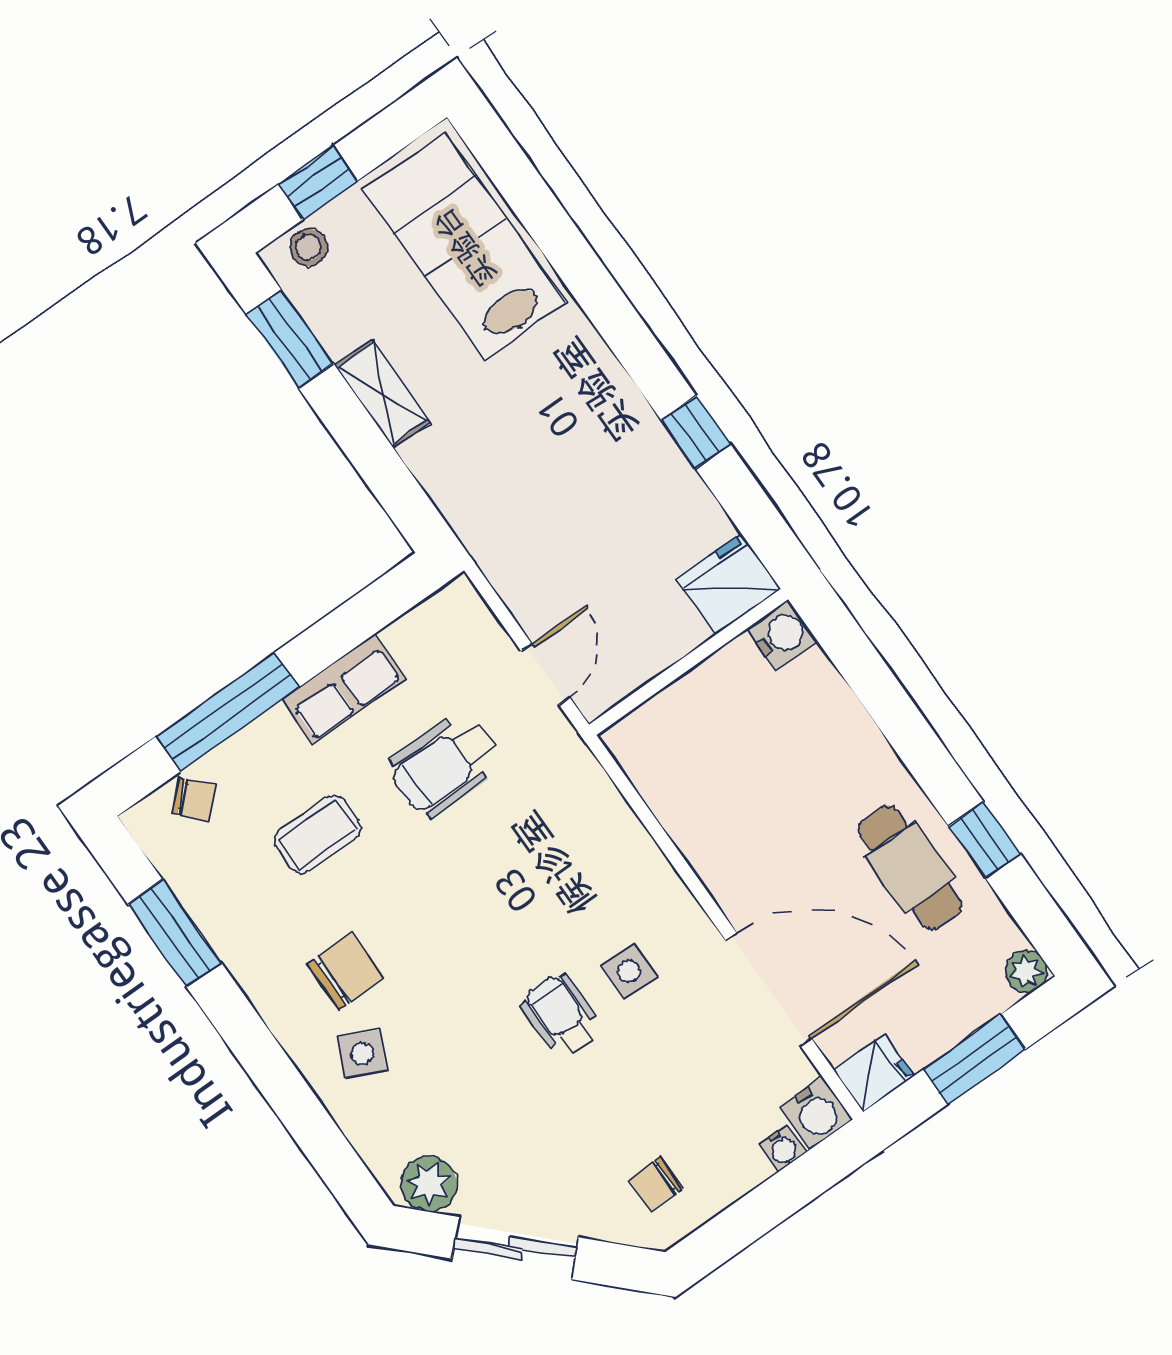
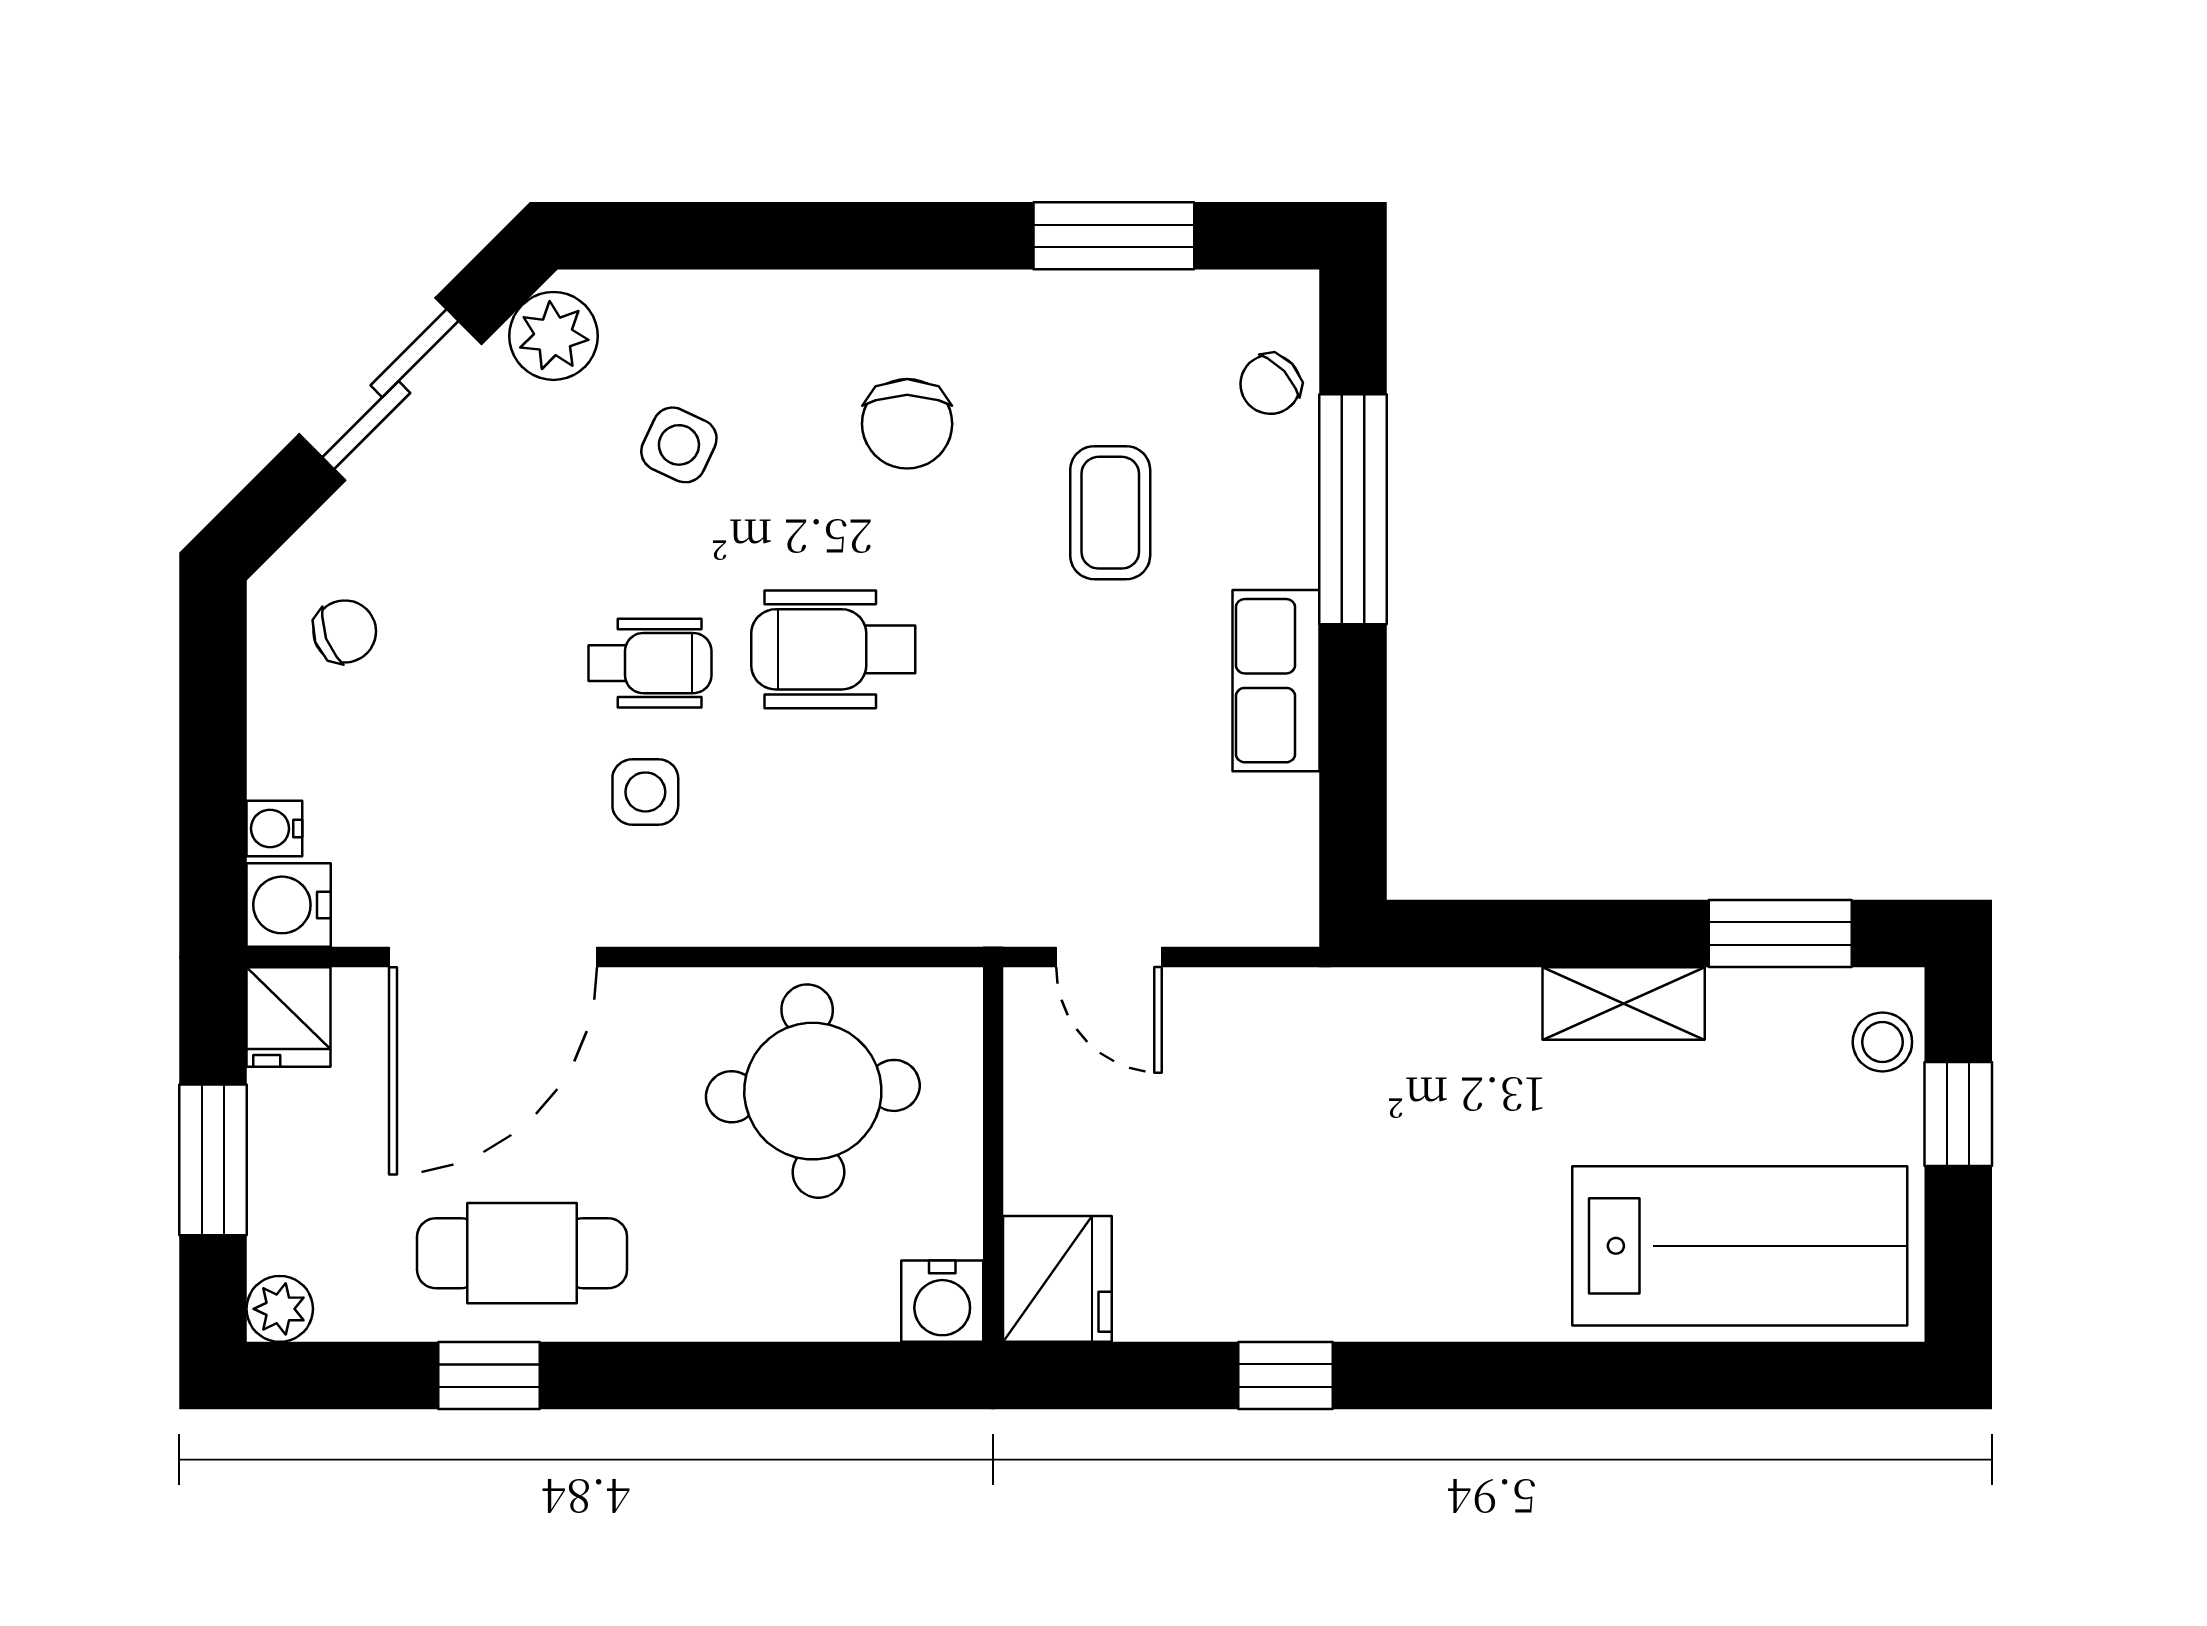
wheelchair: (445, 764) -> (833, 649), moved, turned -90
round table: (721, 777) -> (813, 1091), added
side table: (362, 1054) -> (679, 445), moved
chair: (656, 1184) -> (345, 631), turned 70

